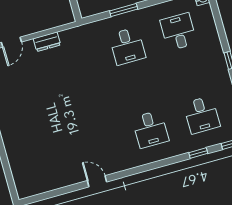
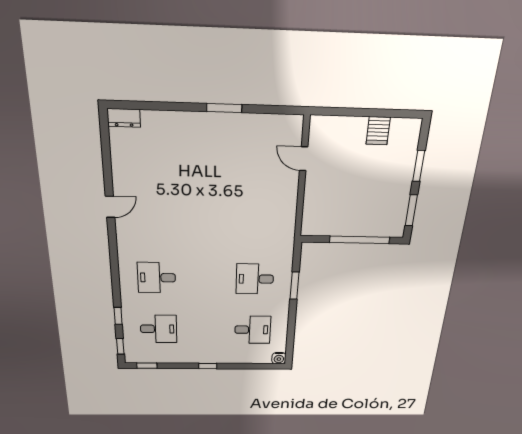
dresser: (47, 42) -> (124, 118), moved, turned -90
desk: (202, 115) -> (159, 329), turned 180

